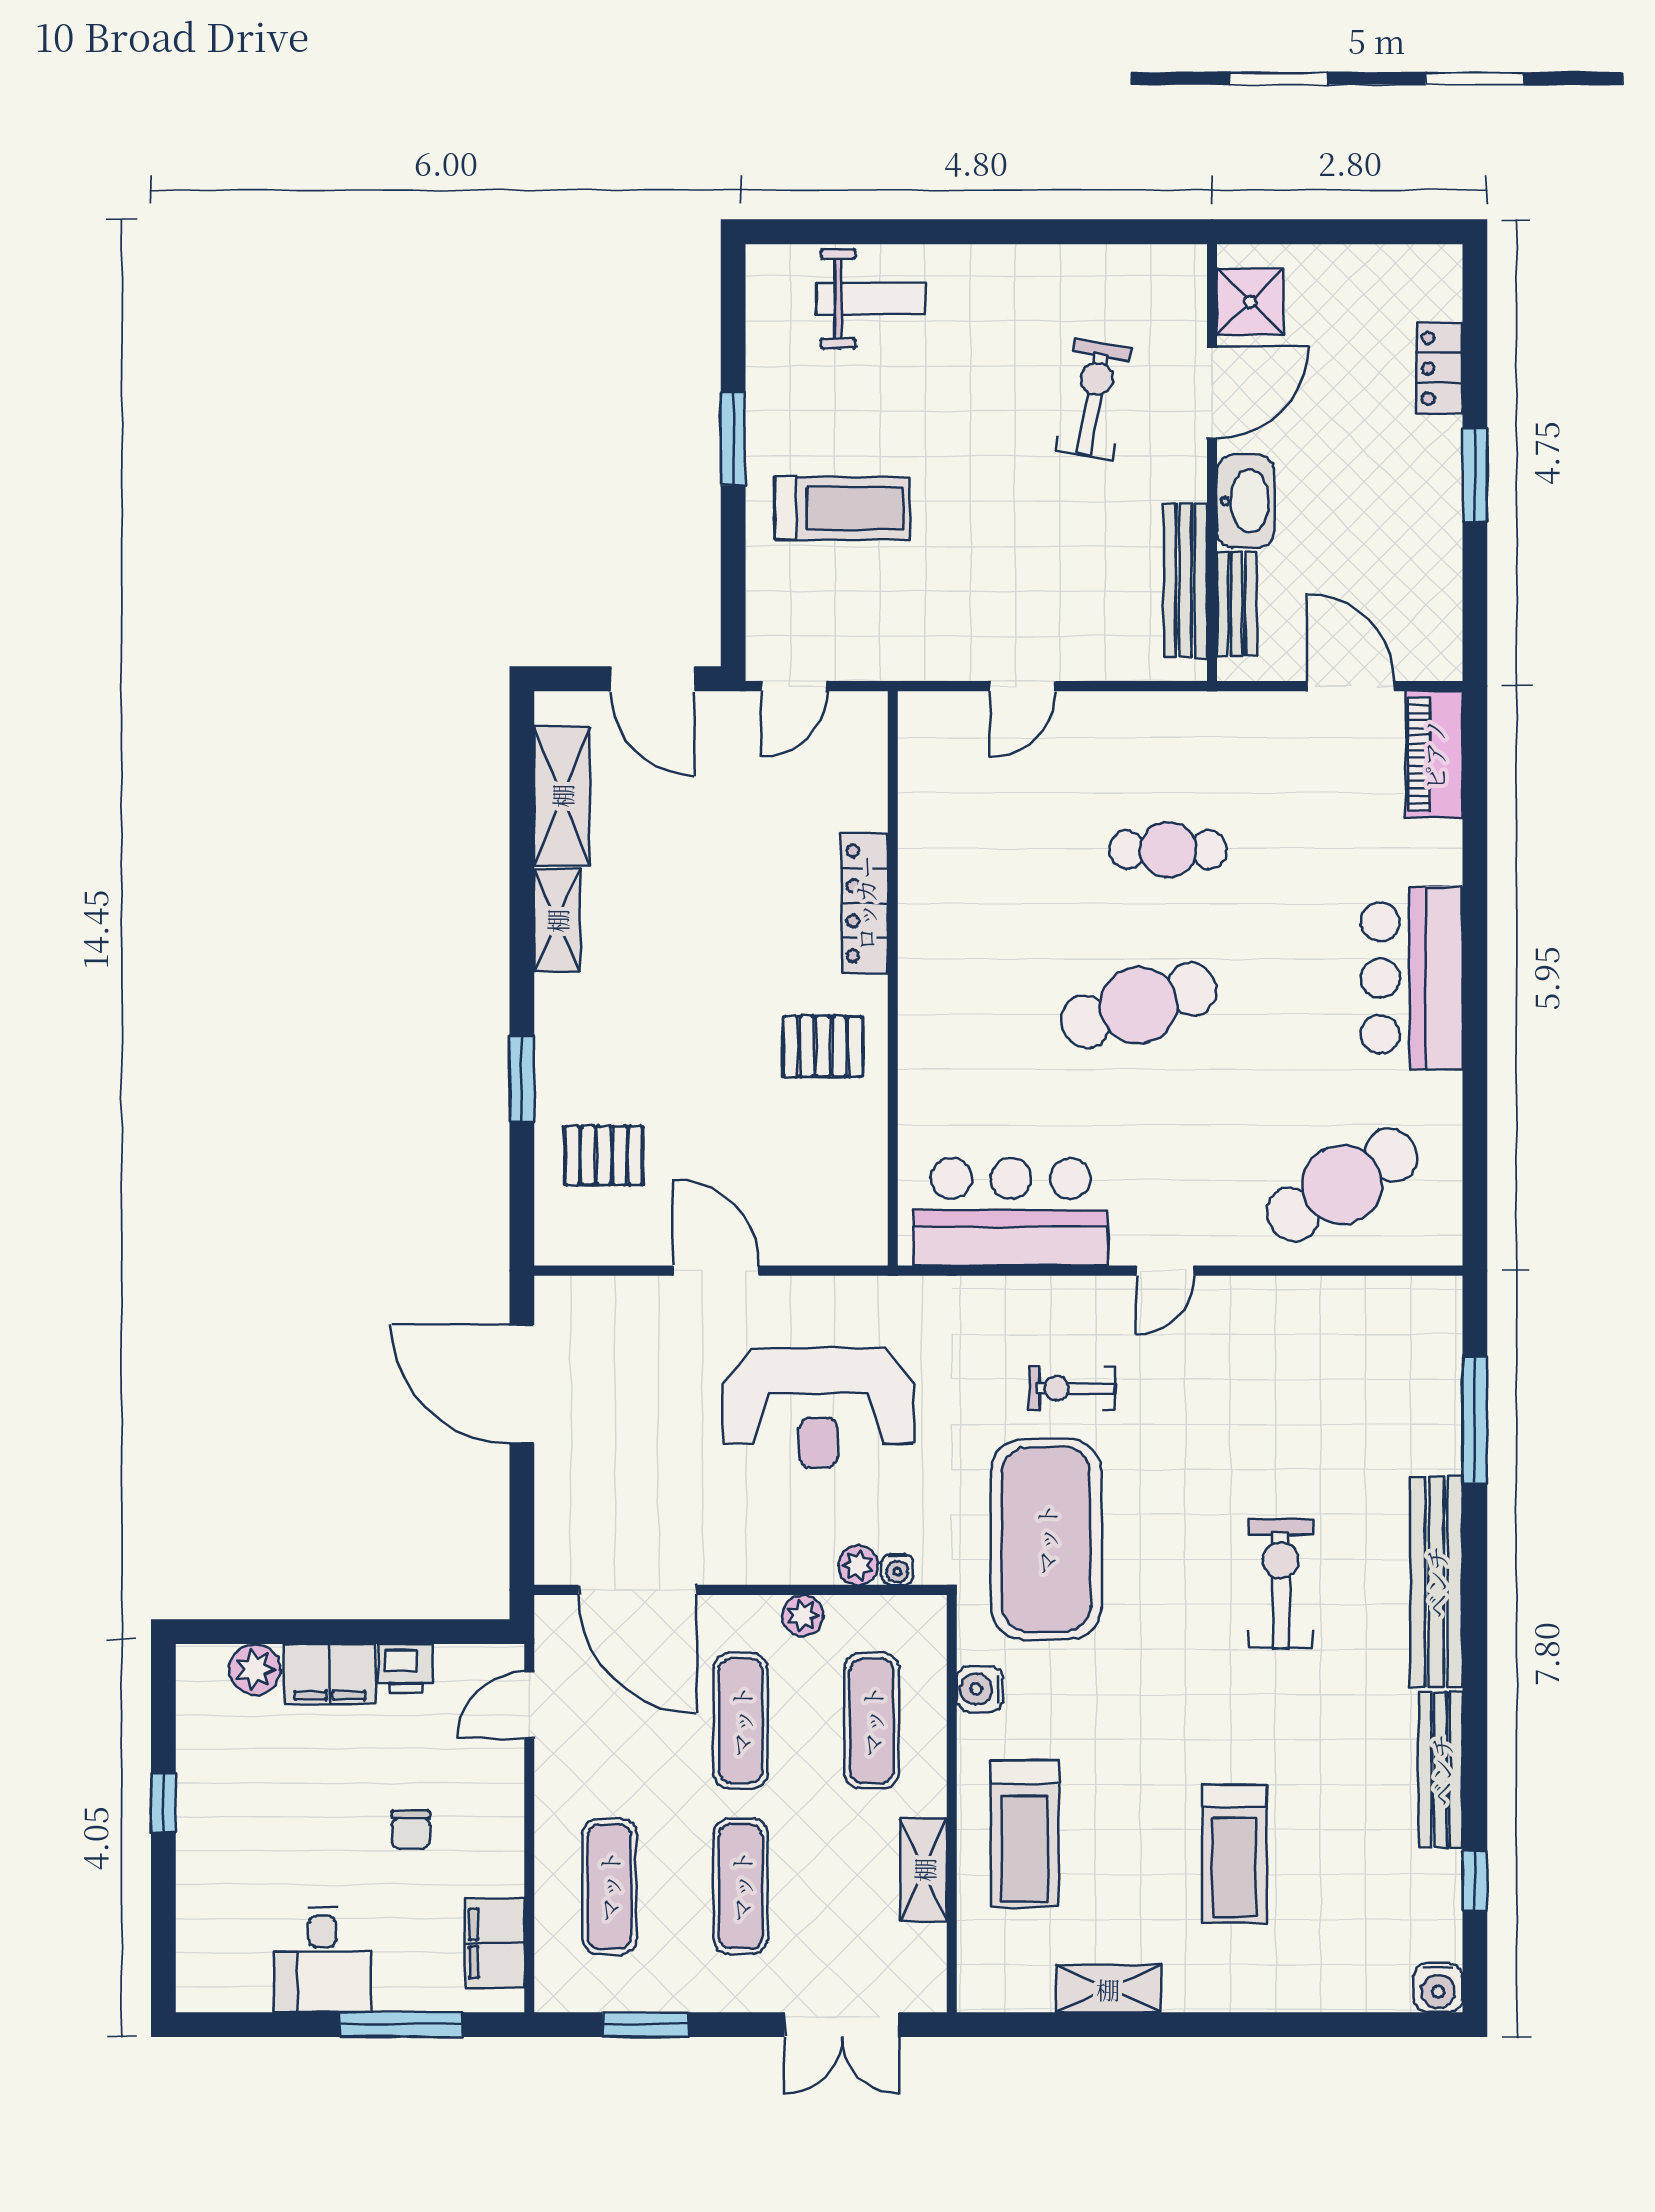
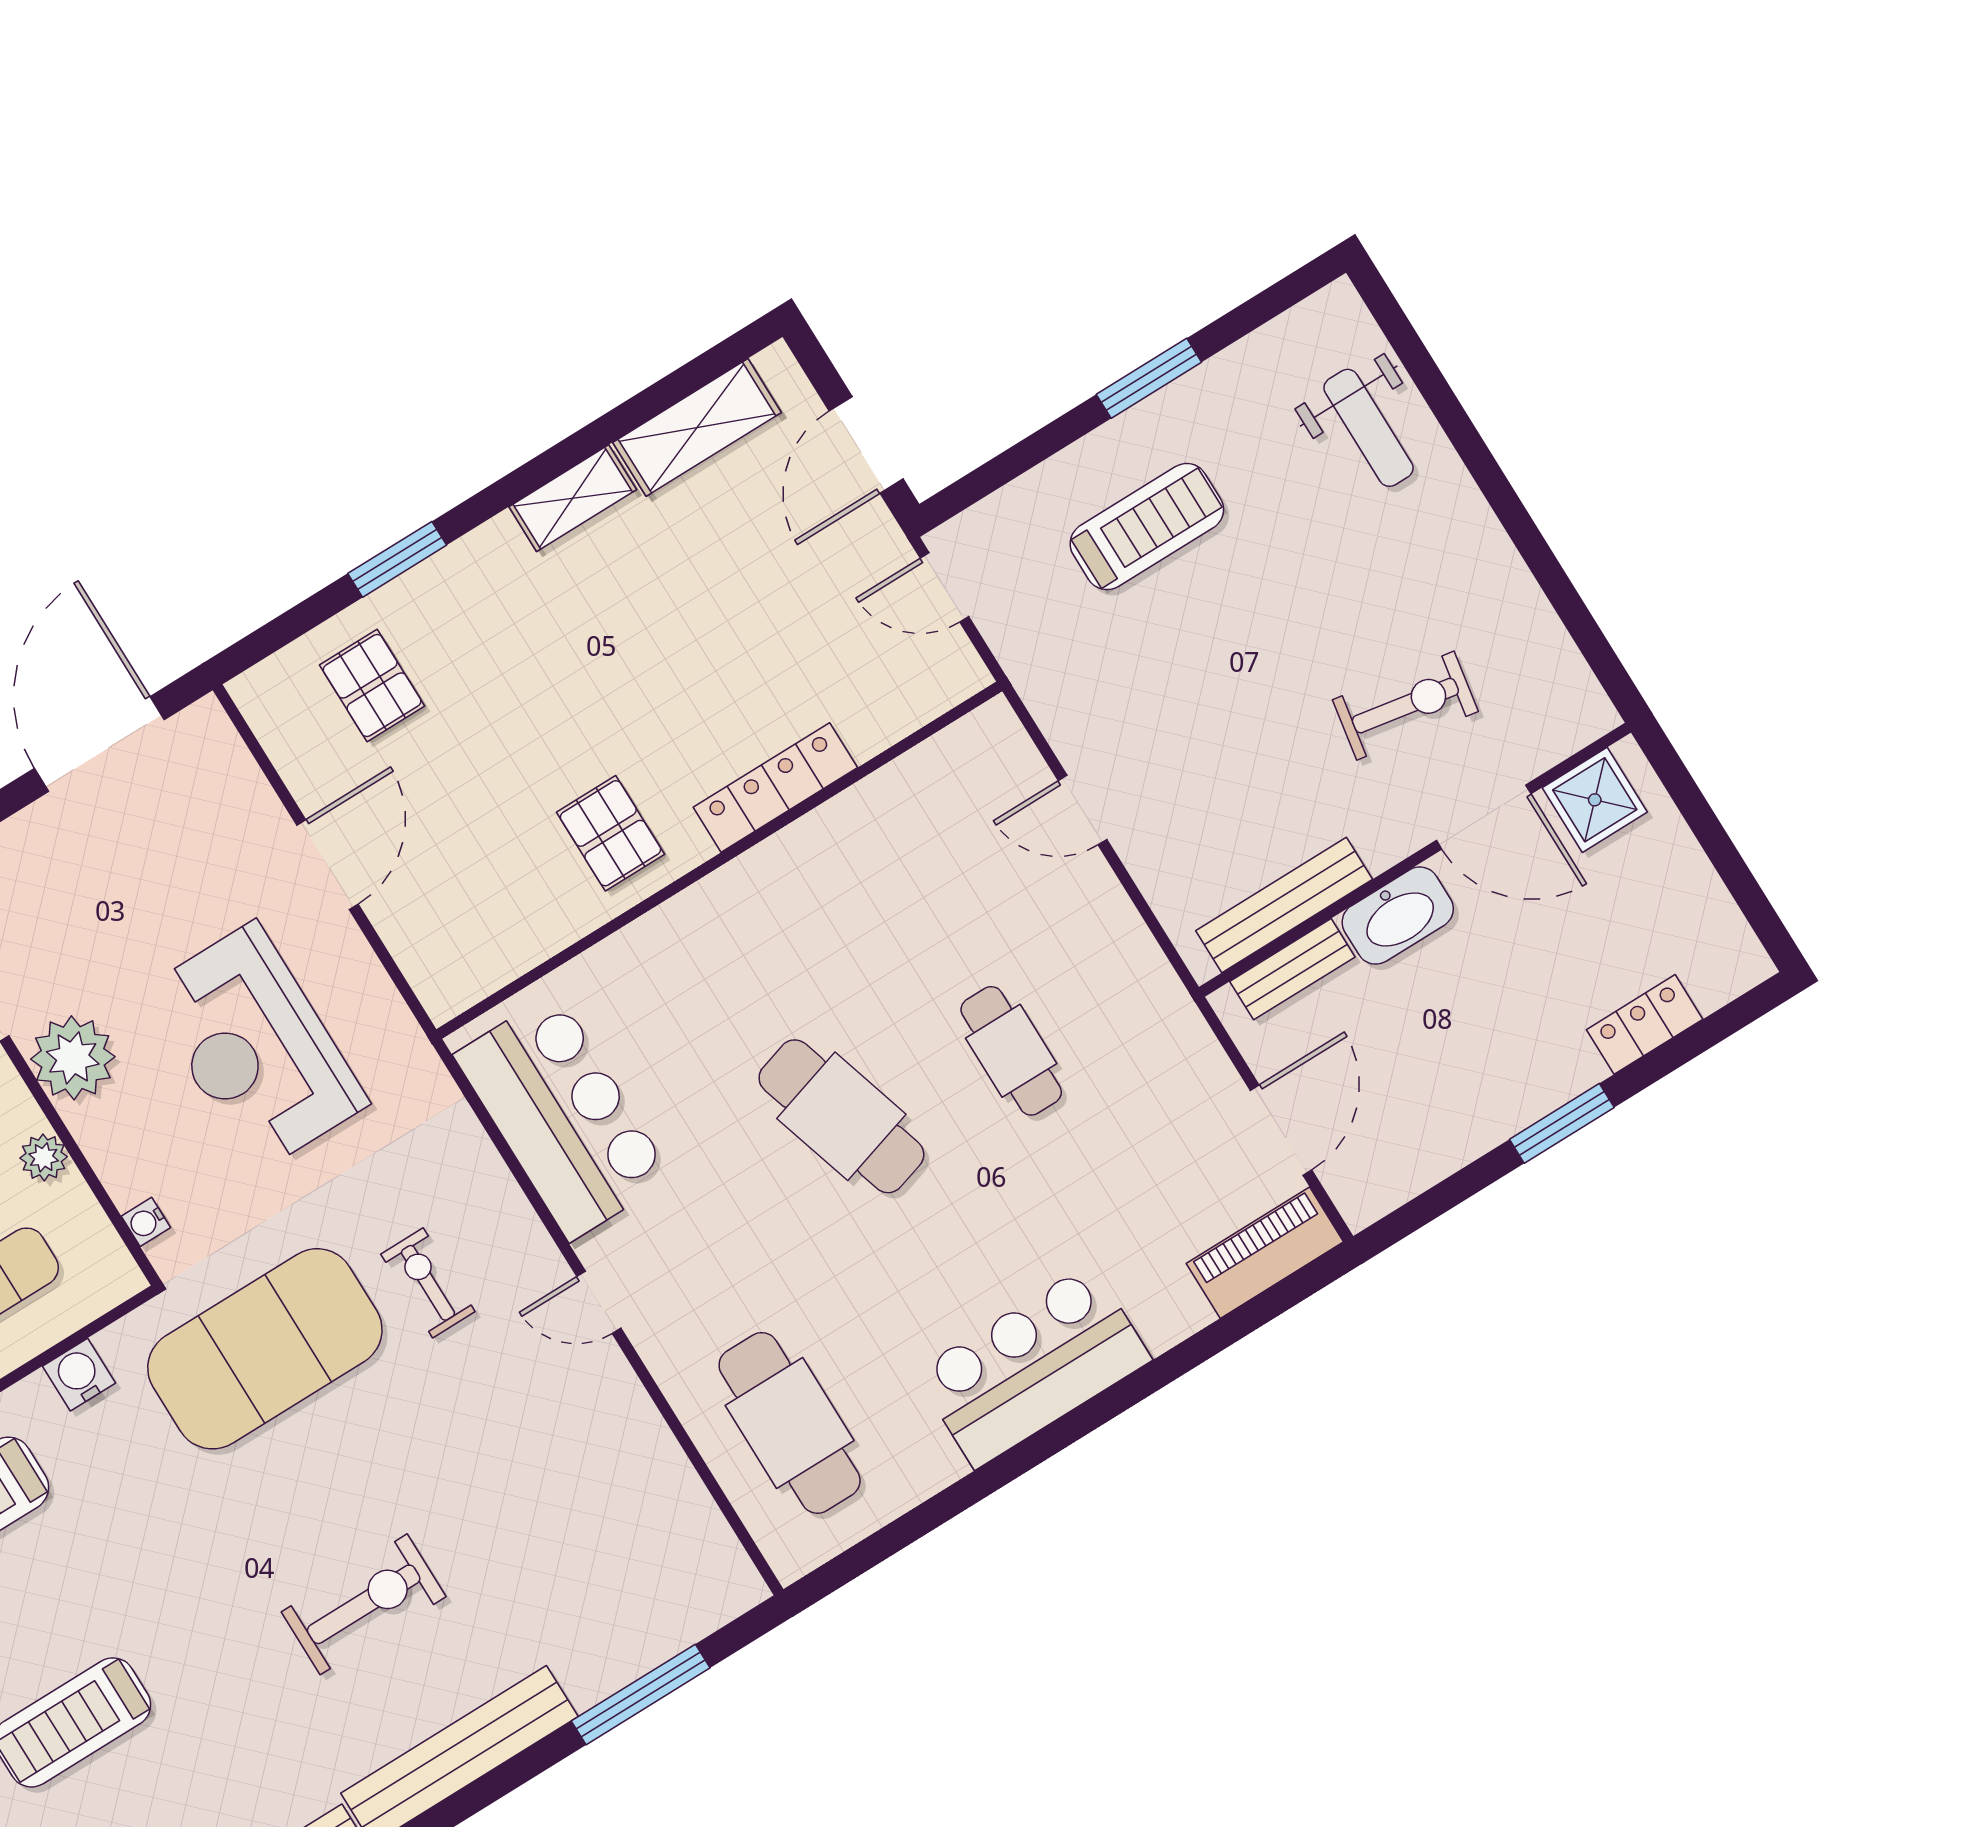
treadmill: (842, 508) -> (1147, 527), turned -90
cafe table: (1342, 1185) -> (790, 1423), turned 31
plant: (858, 1565) -> (73, 1058), moved, width x1.88, depth x1.88

